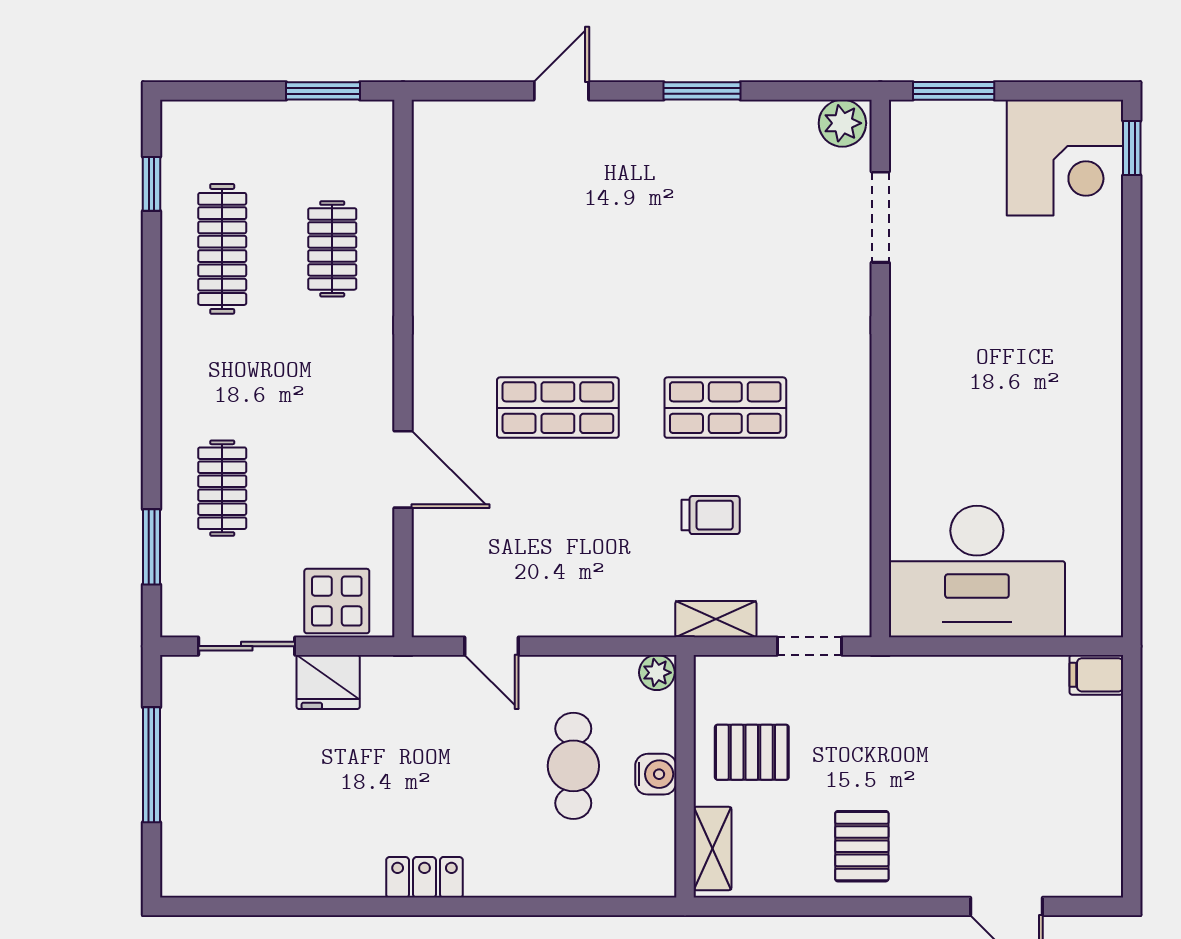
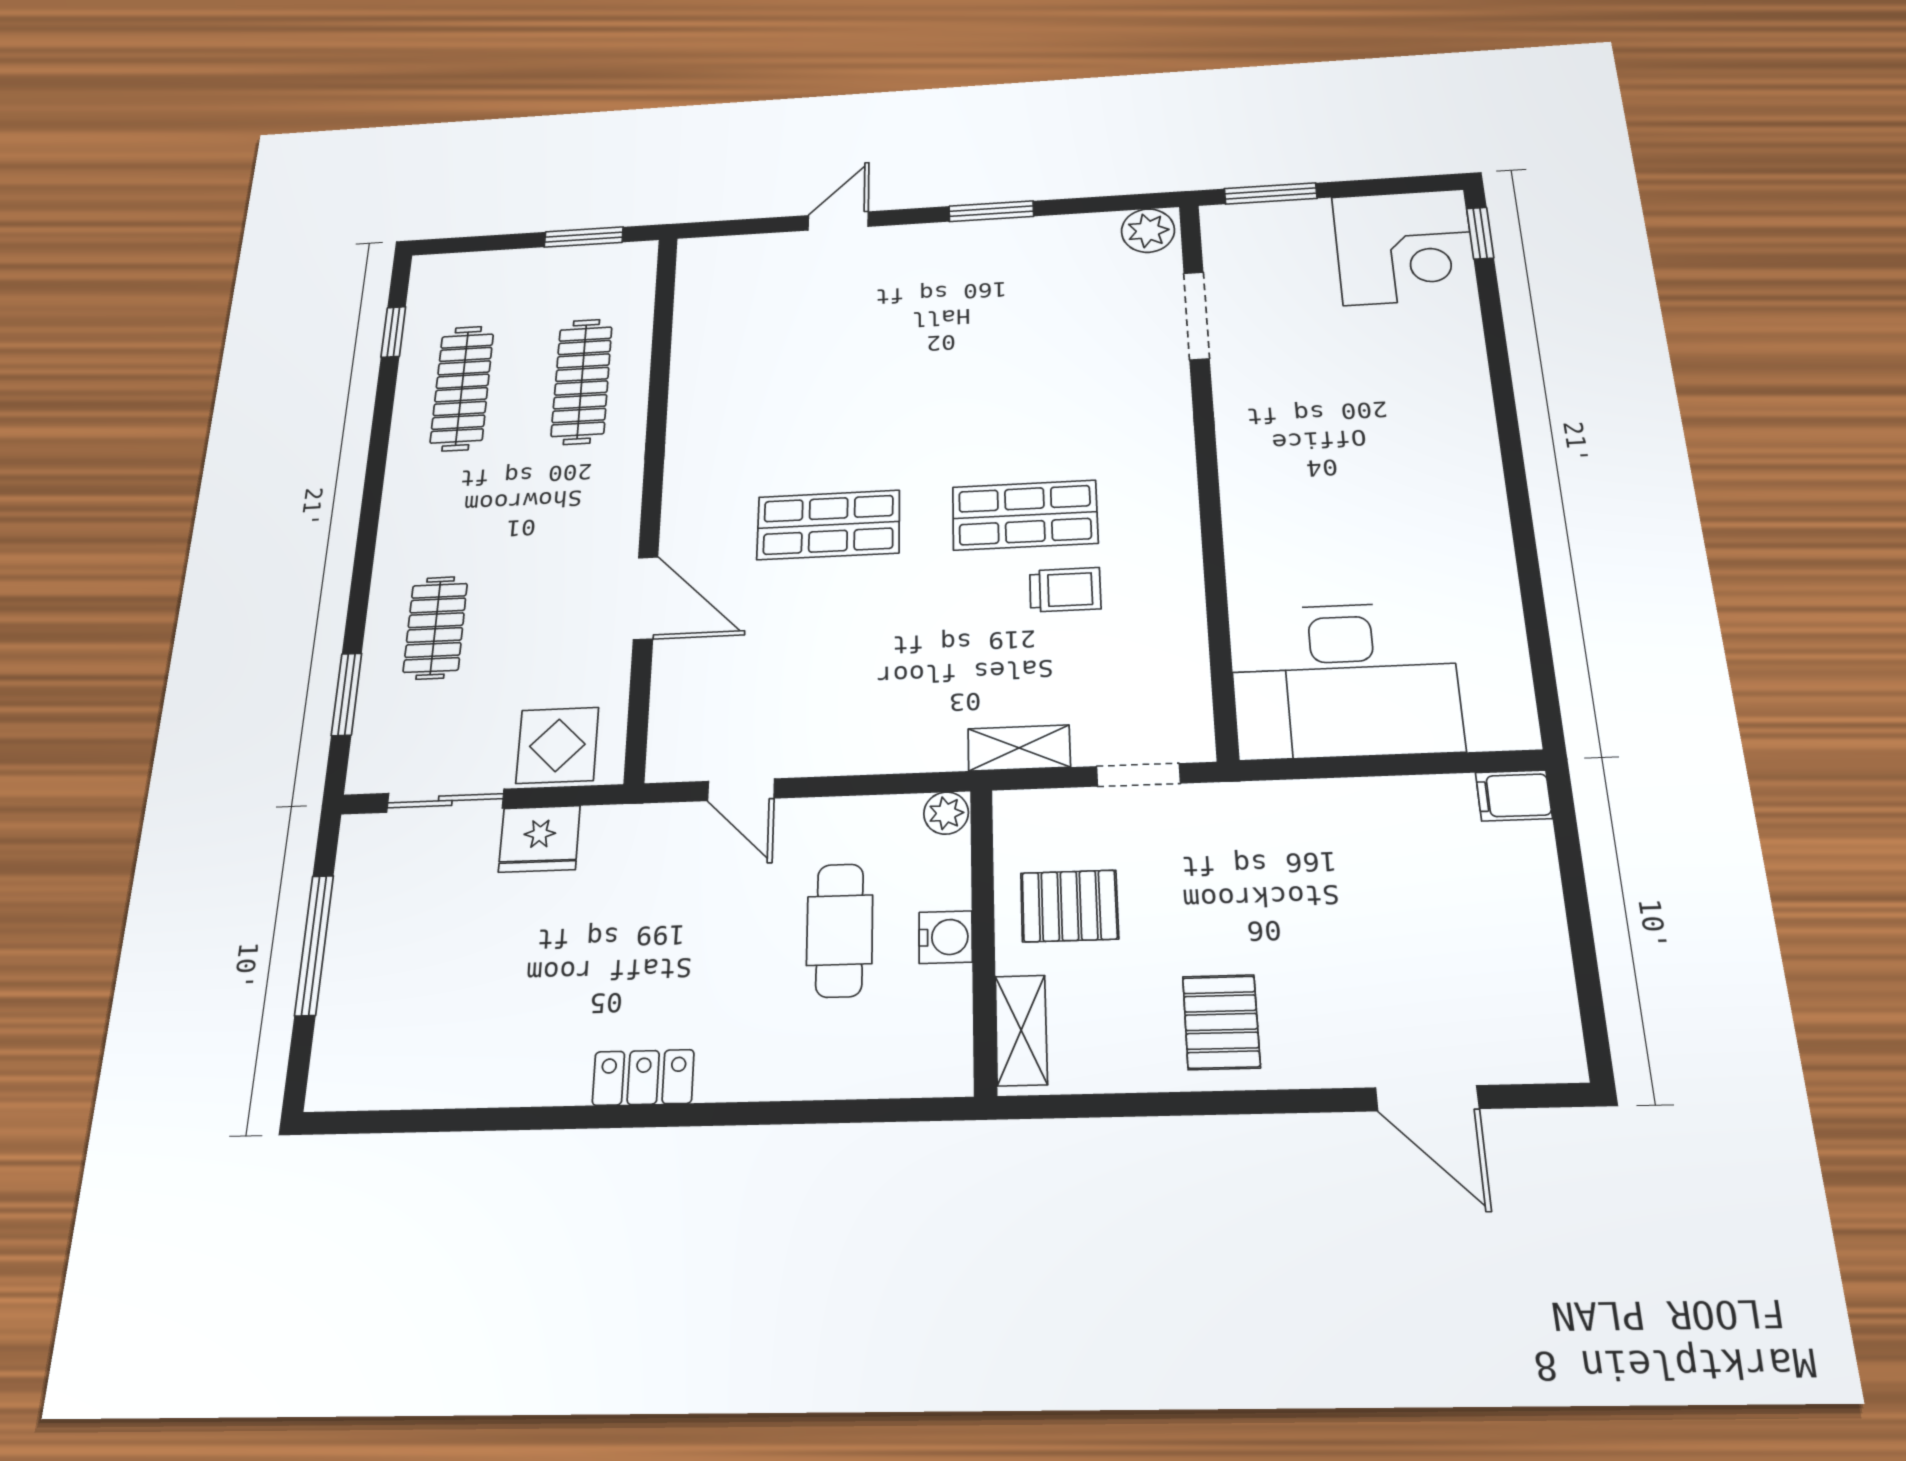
clothes rail: (332, 249) -> (582, 381), width x1.36
trolley: (711, 515) -> (1065, 590), moved

